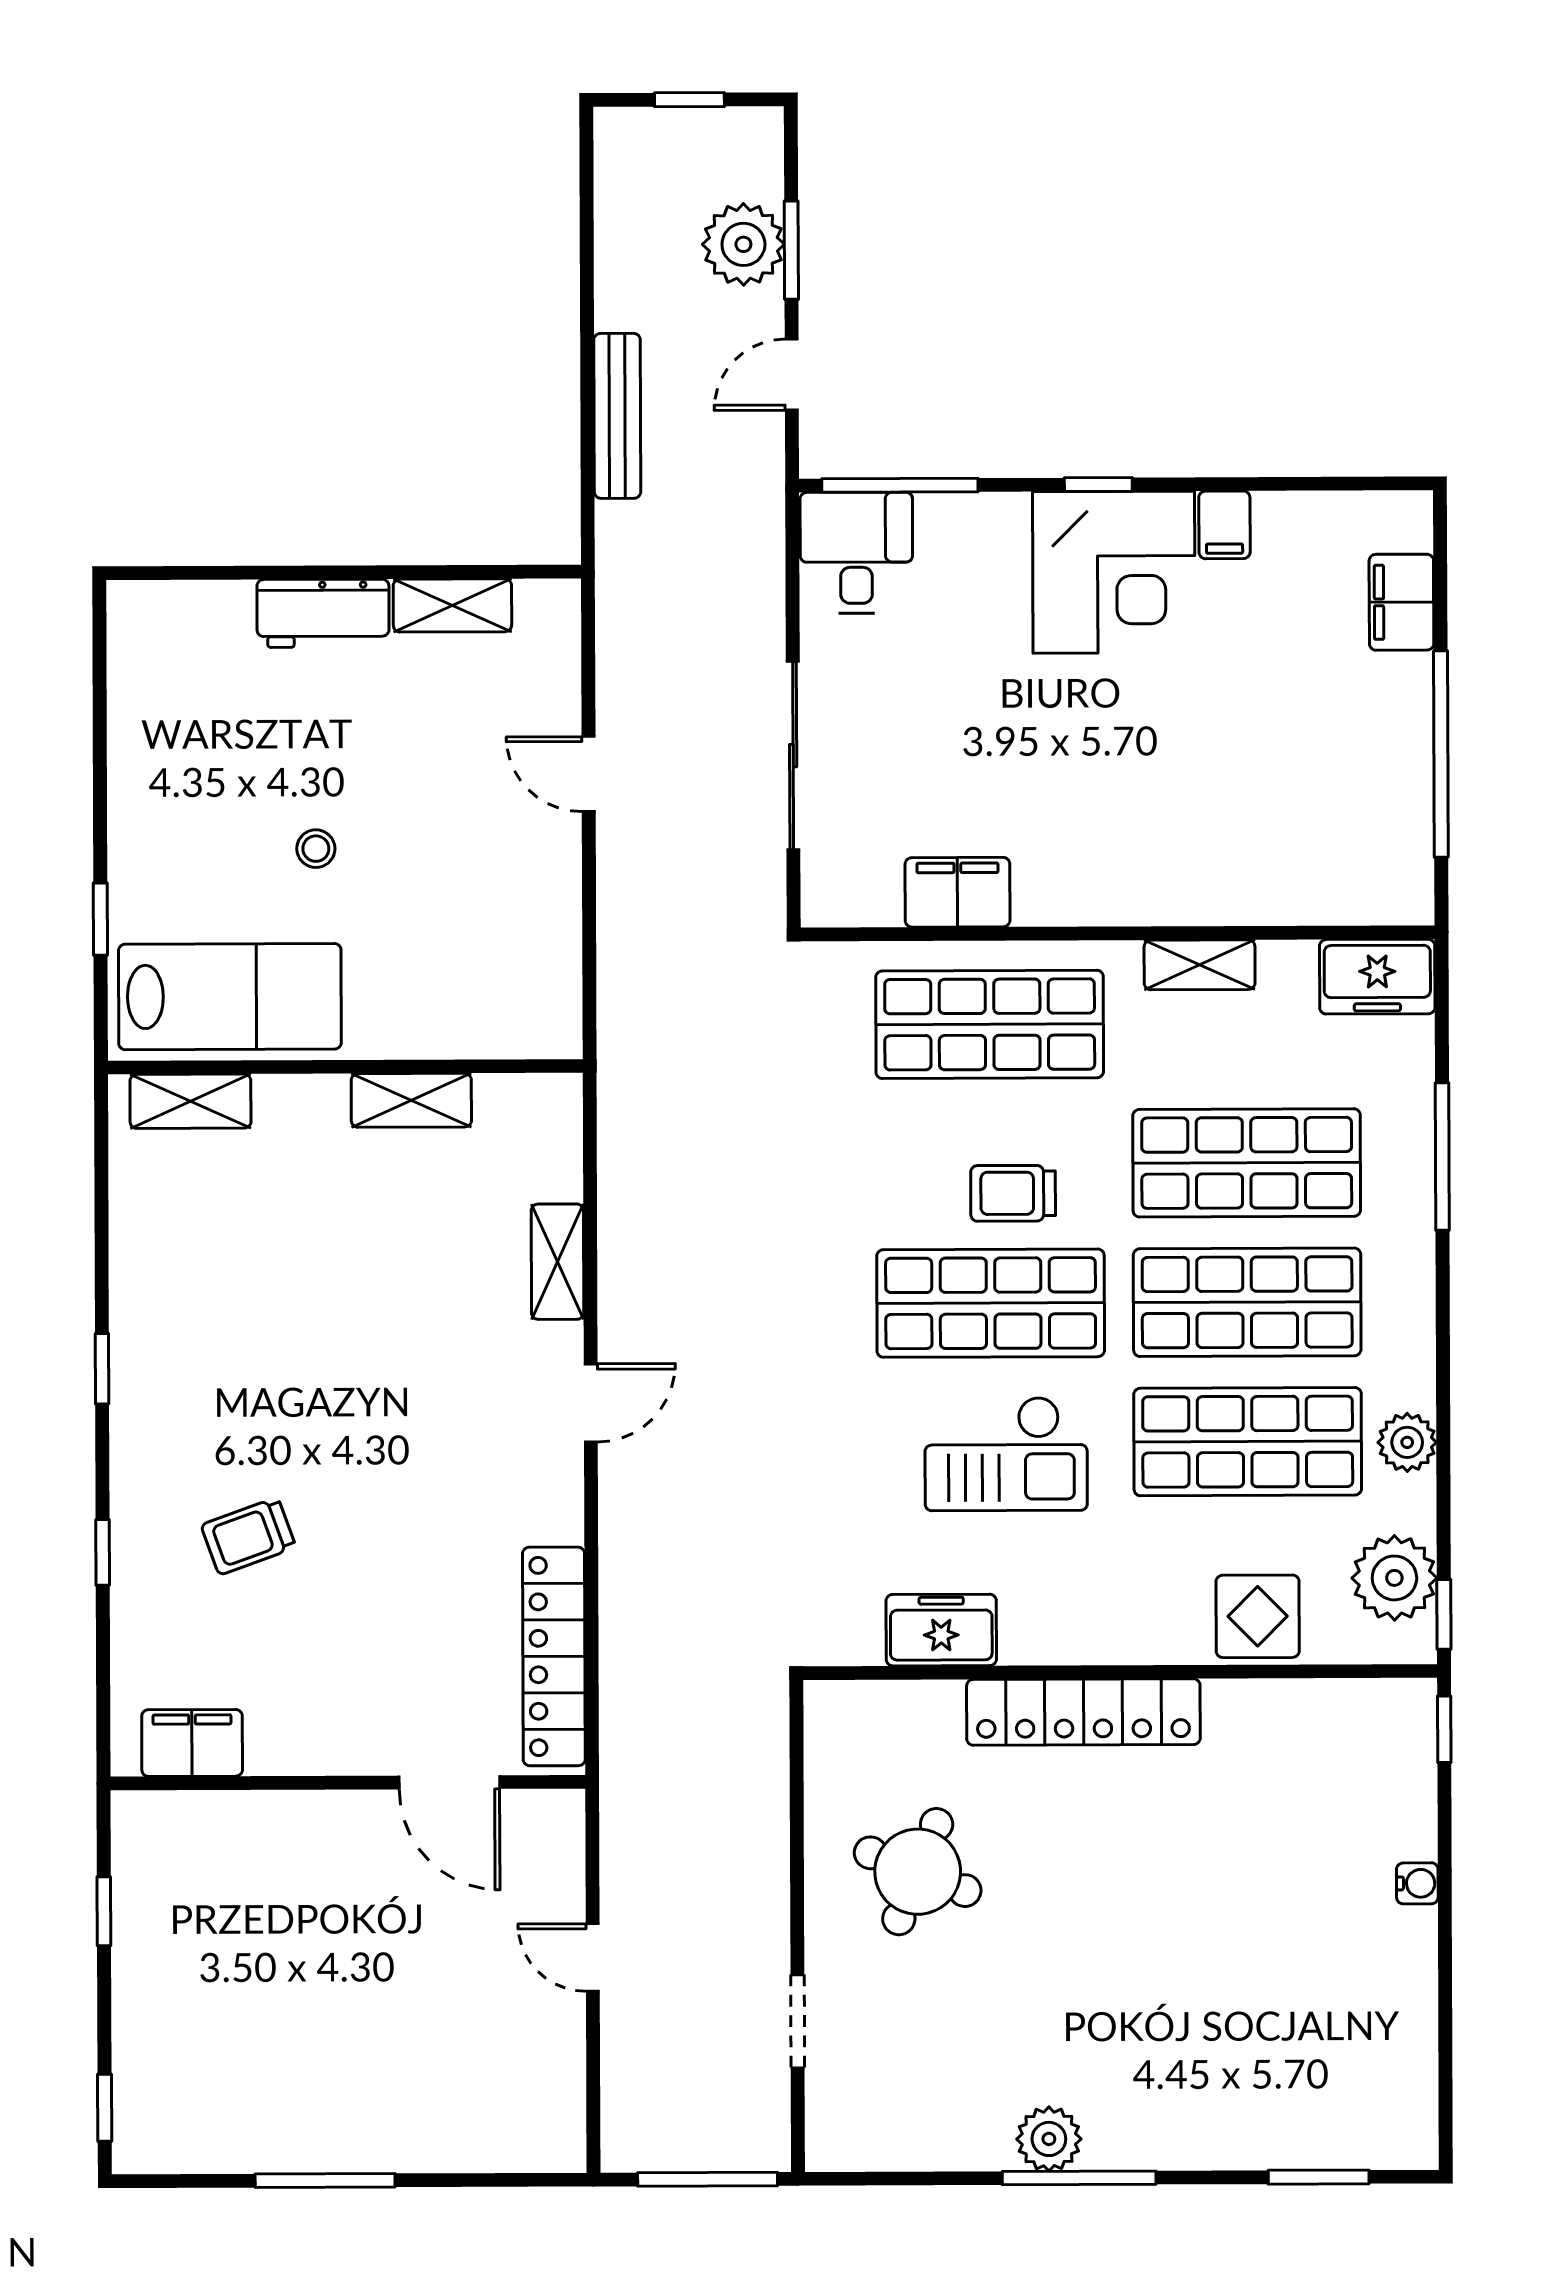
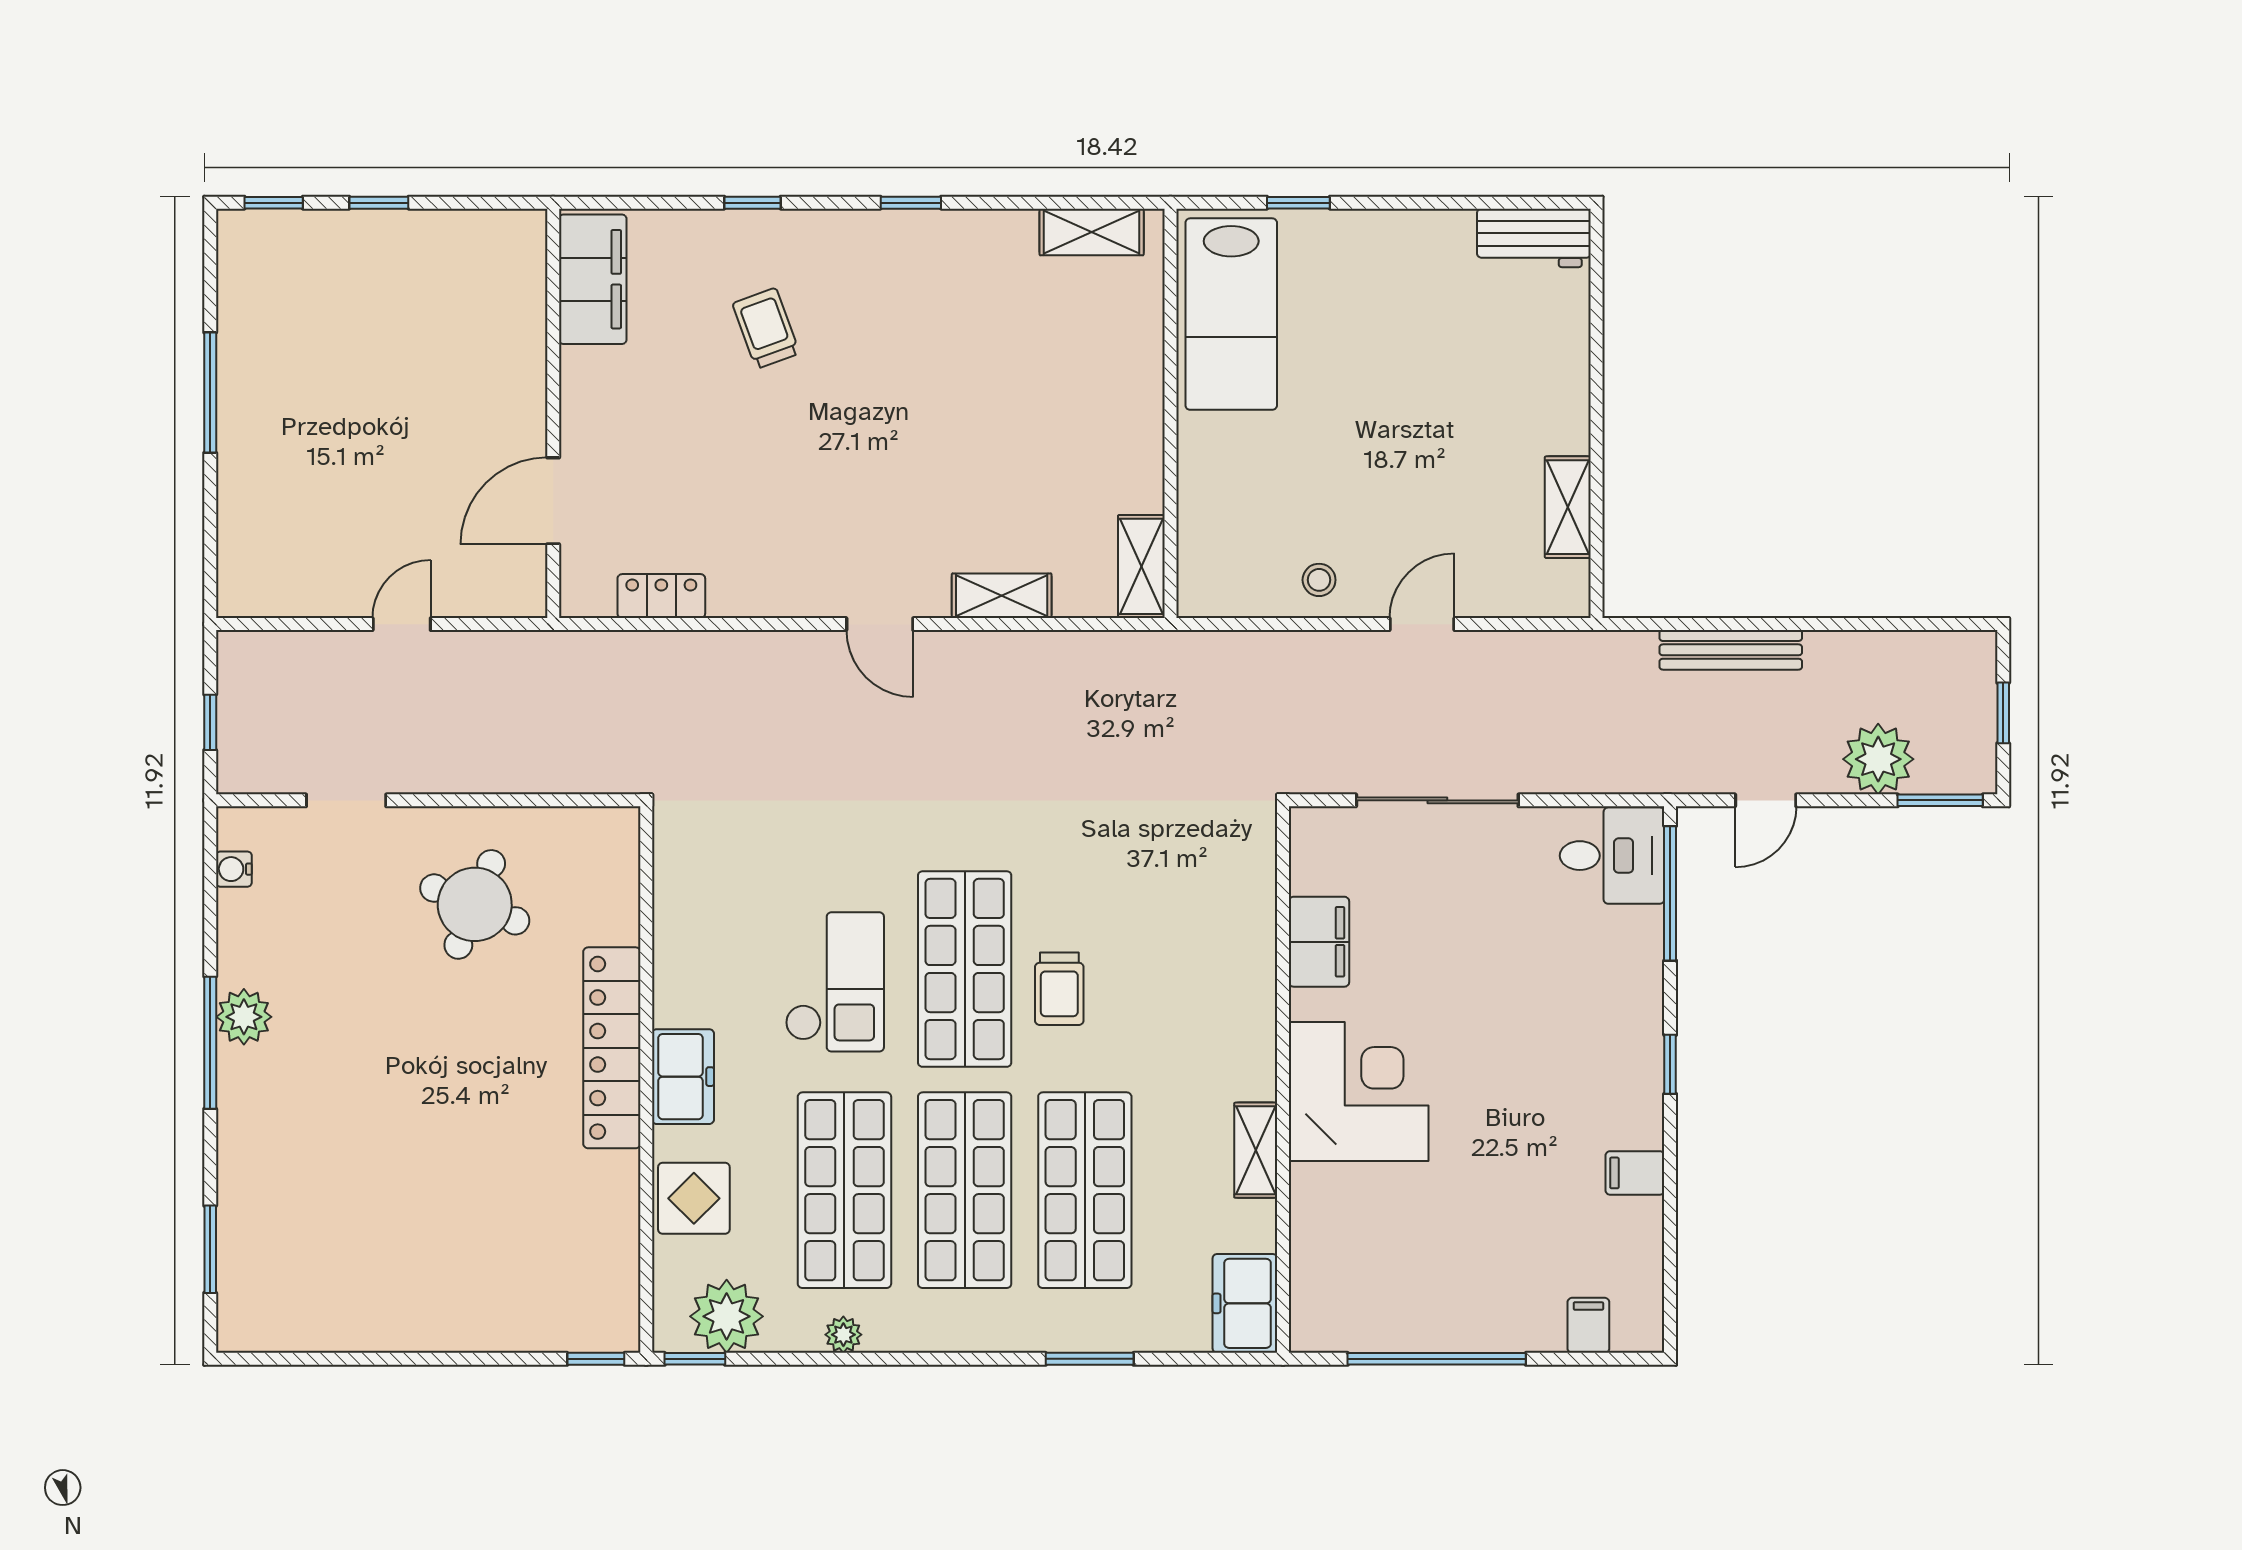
window: (791, 250) -> (1940, 800), moved
door: (792, 375) -> (1766, 800), swing flipped
corner desk: (1114, 572) -> (1359, 1092), moved, turned 180
filing cabinet: (1401, 602) -> (1588, 1325), width x0.50
workbench: (323, 613) -> (1534, 238), moved, turned -90
stool: (316, 849) -> (1319, 580), moved
shop shelf: (990, 1024) -> (1205, 969), removed
shelving: (411, 1100) -> (1141, 566), moved
shelving: (190, 1101) -> (1092, 232), moved, turned 90
window: (1442, 1157) -> (1090, 1359), width x0.69
trolley: (1013, 1193) -> (1059, 989), turned 180
plant: (1407, 1442) -> (843, 1335), width x0.73, depth x0.73
checkout: (1006, 1454) -> (835, 982), turned 180
freezer: (941, 1630) -> (683, 1077), moved
locker: (554, 1656) -> (661, 596), width x0.46, depth x0.83
filing cabinet: (192, 1743) -> (593, 279), width x1.50, depth x1.17
water cooler: (1417, 1883) -> (234, 869), moved, turned 90
window: (104, 1911) -> (379, 203), moved
window: (708, 2179) -> (210, 722), width x0.46

